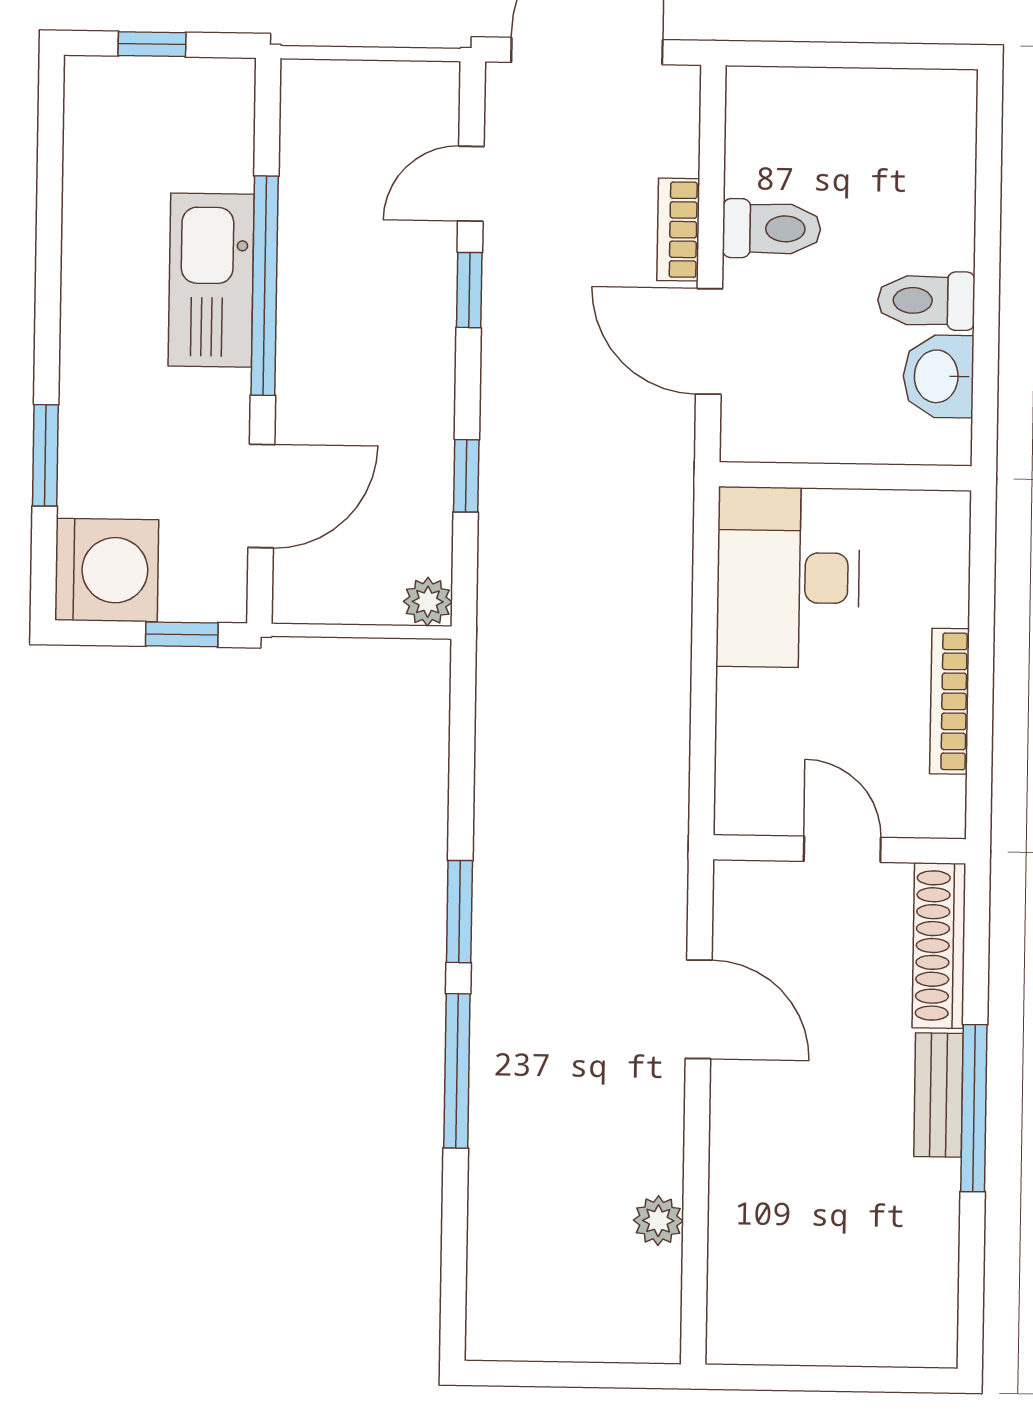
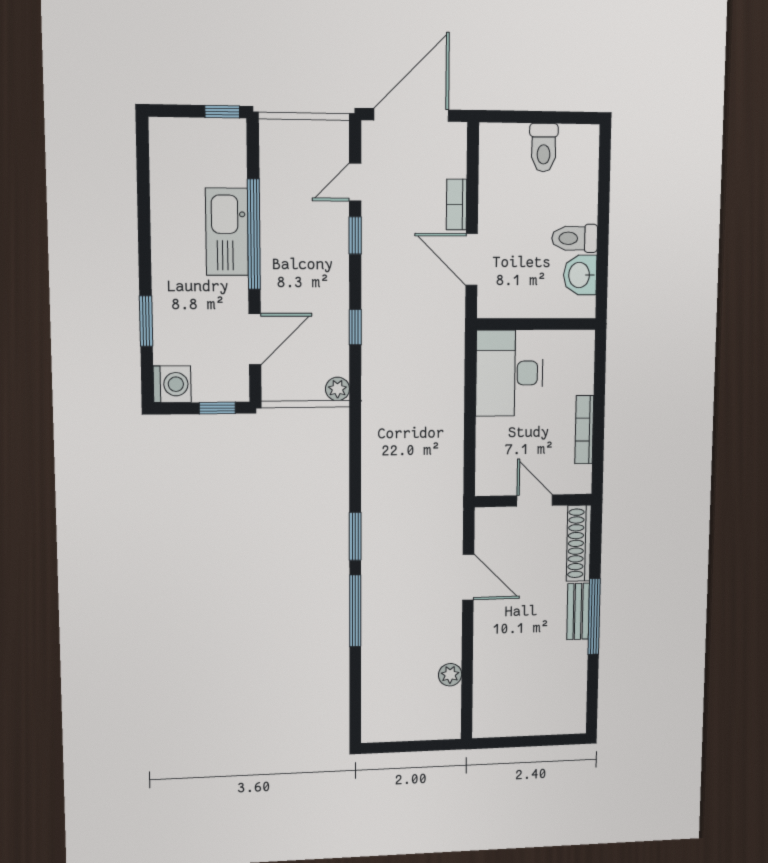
window: (152, 44) -> (222, 112), moved
toilet: (772, 229) -> (544, 148), moved, turned 90
washing machine: (107, 570) -> (172, 384), width x0.73, depth x0.73

